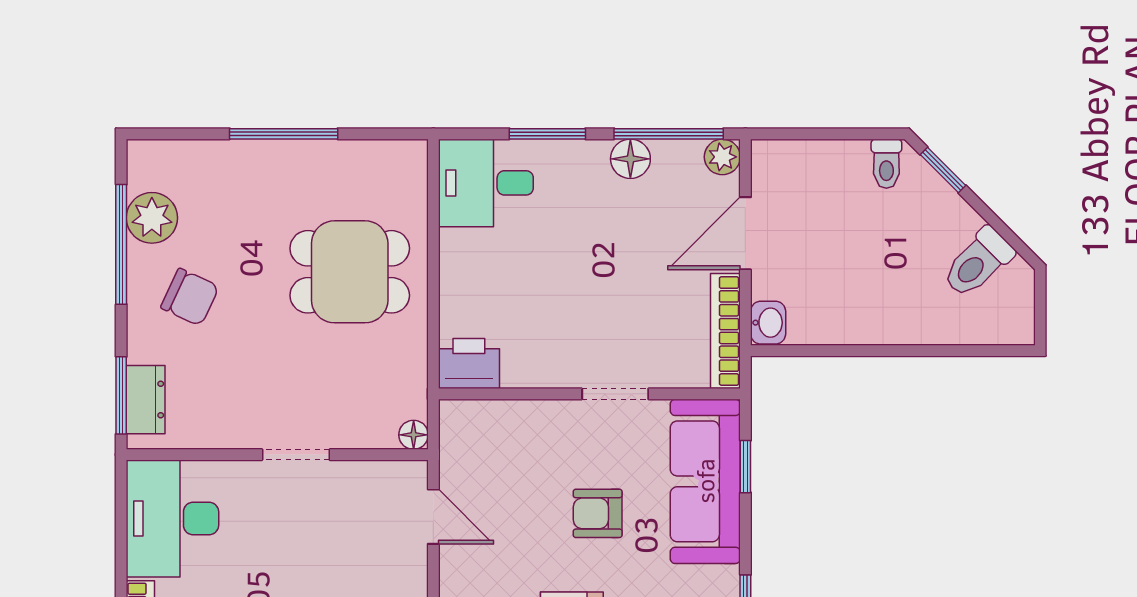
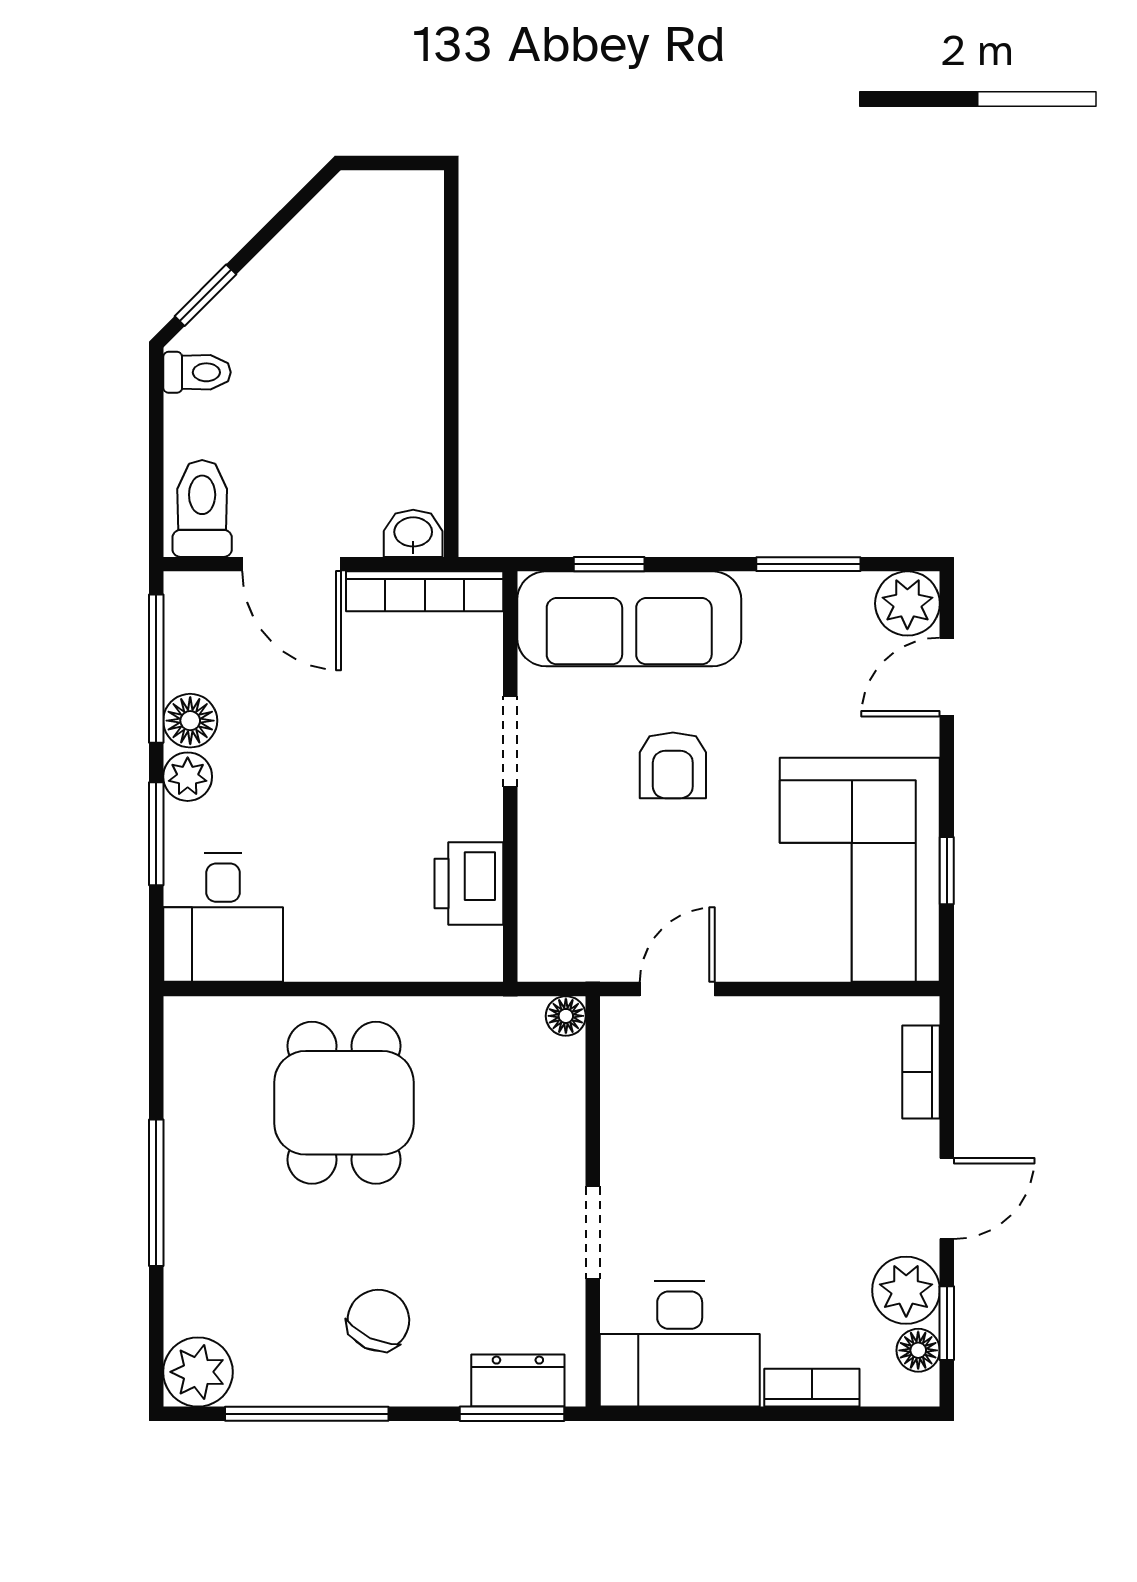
plant: (722, 157) -> (188, 777), moved
plant: (152, 218) -> (198, 1372), moved
toilet: (978, 263) -> (202, 508), moved, turned -135
printer: (469, 364) -> (469, 884), moved
doorway: (296, 455) -> (593, 1232), moved

